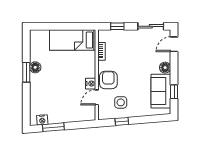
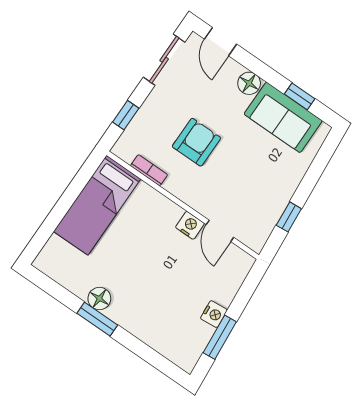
armchair: (108, 80) -> (196, 142), moved, turned 90
side table: (121, 102) -> (256, 197), removed
nightstand: (42, 120) -> (214, 314), moved

